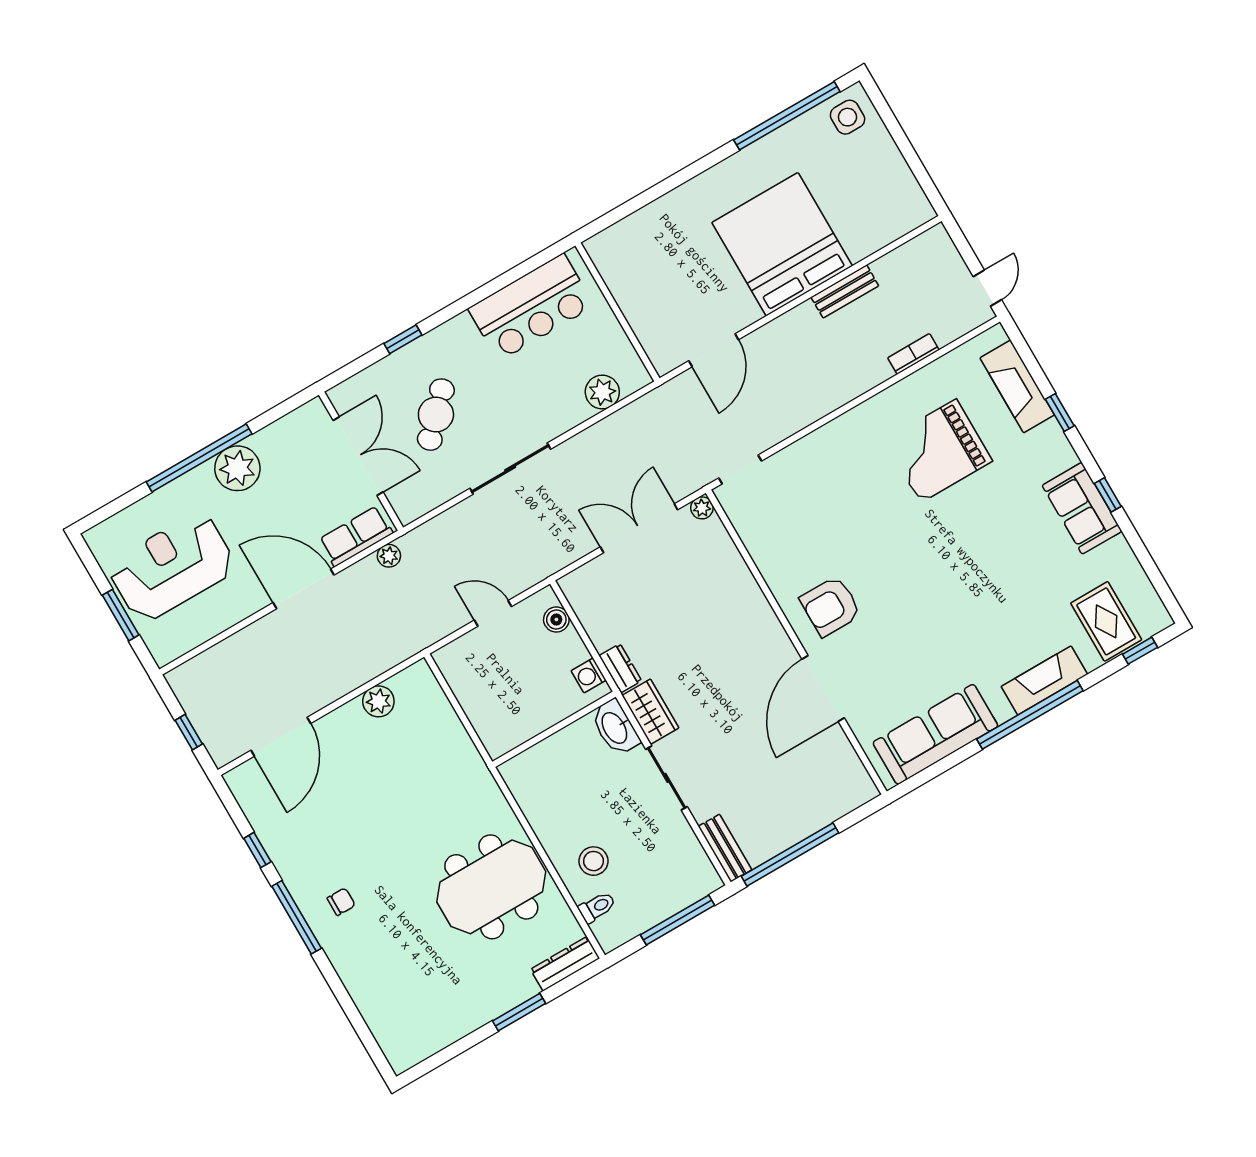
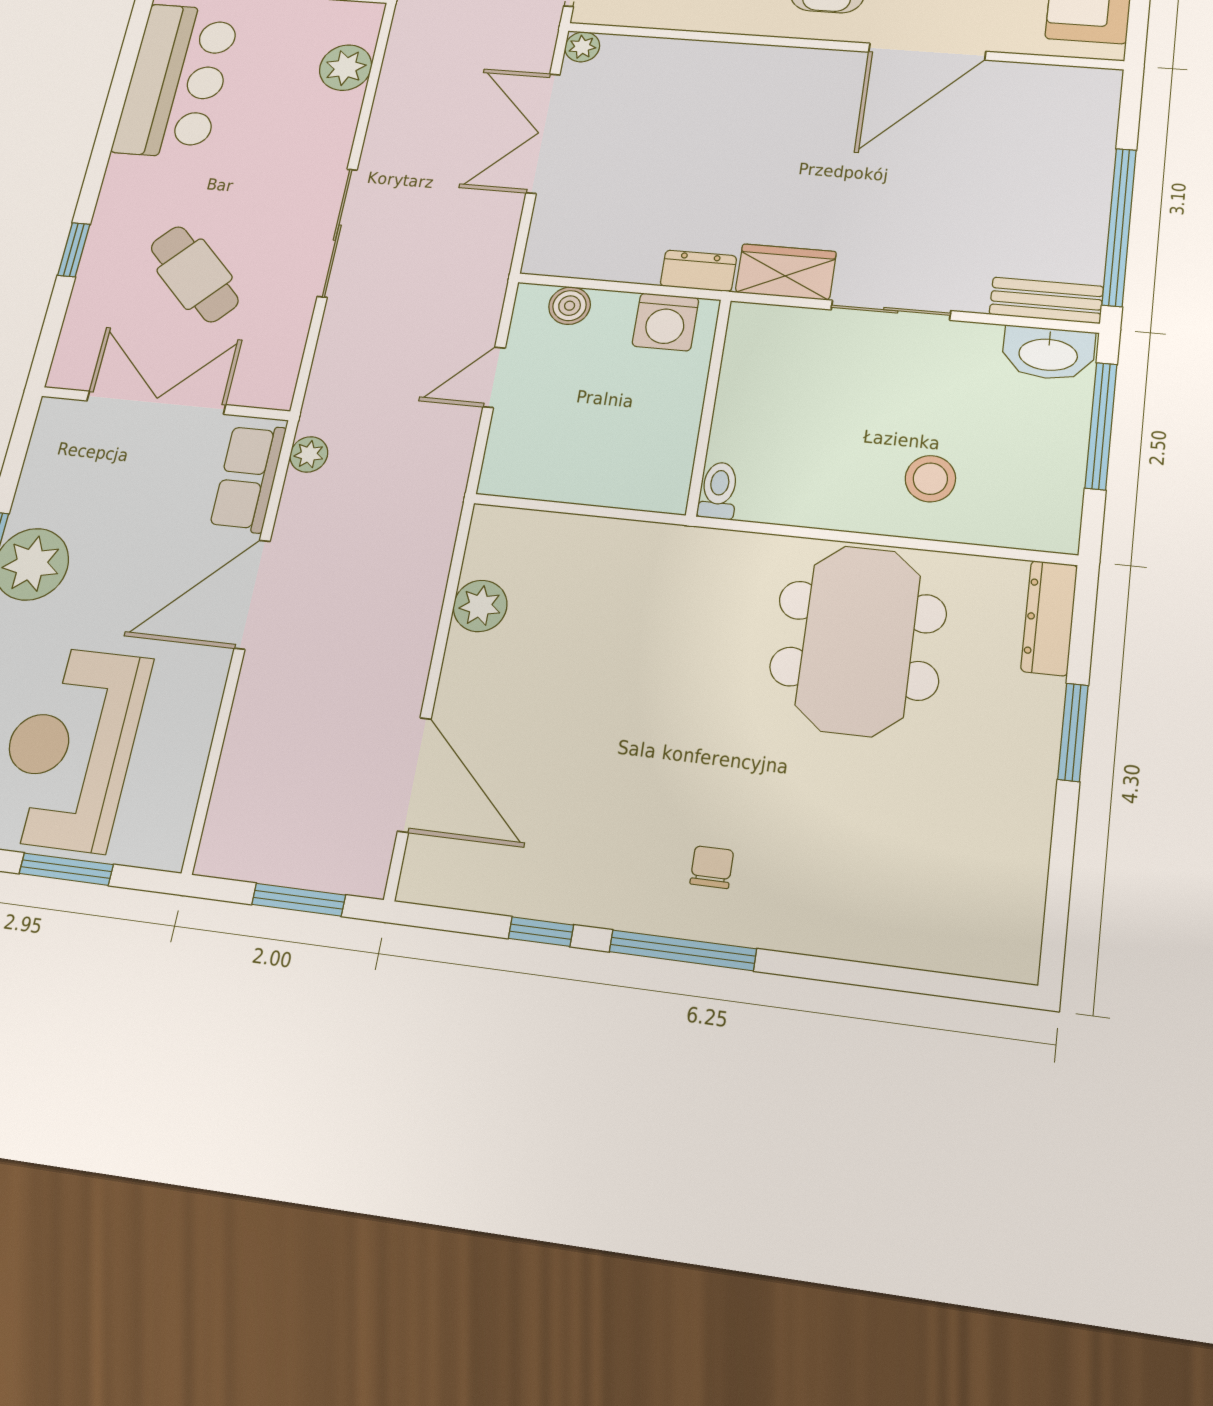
washing machine: (589, 675) -> (665, 322), width x1.38, depth x1.38
door: (823, 688) -> (927, 52), hinge flipped
washbasin: (615, 728) -> (1048, 353), moved
window: (189, 732) -> (299, 900), width x1.50
toilet: (597, 907) -> (719, 491), moved

